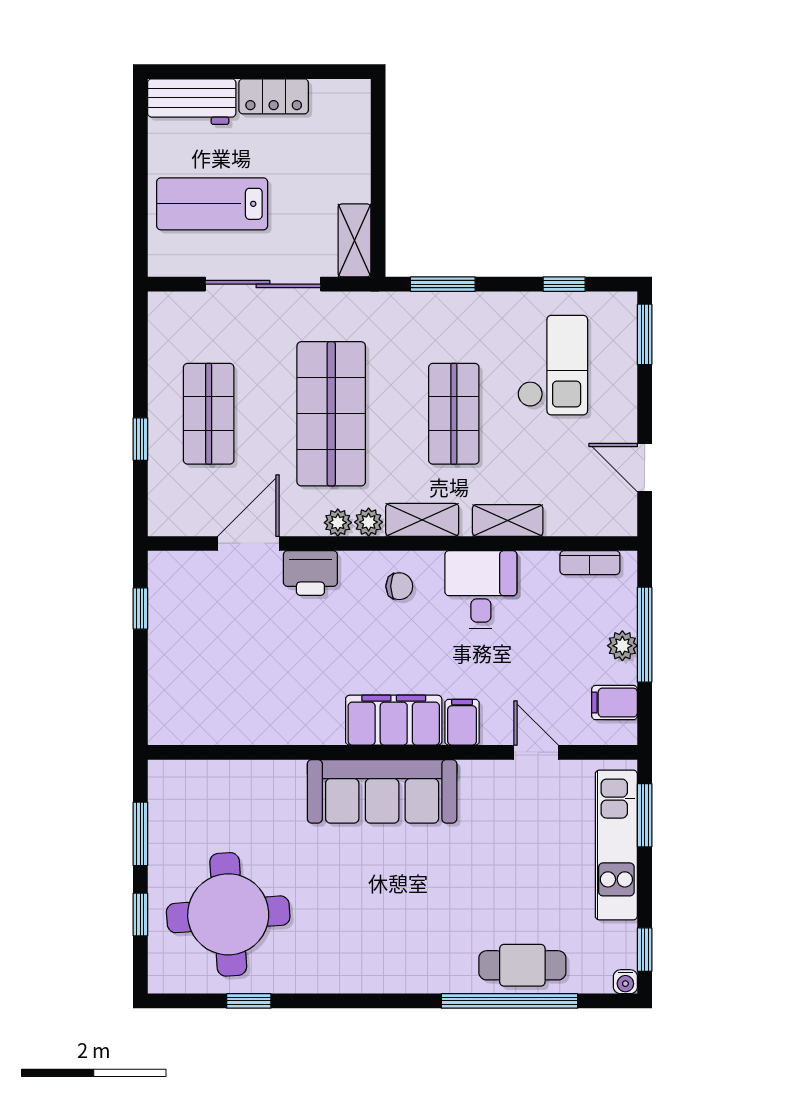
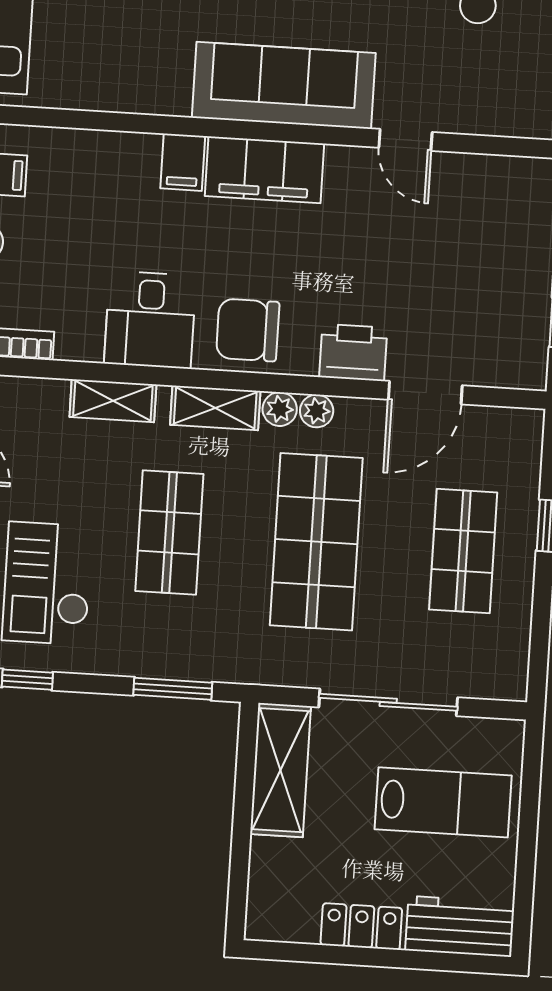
shelving: (354, 240) -> (281, 770), width x1.50, depth x1.33
chair: (399, 586) -> (248, 330), width x1.87, depth x1.87
door: (536, 752) -> (405, 140), moved

